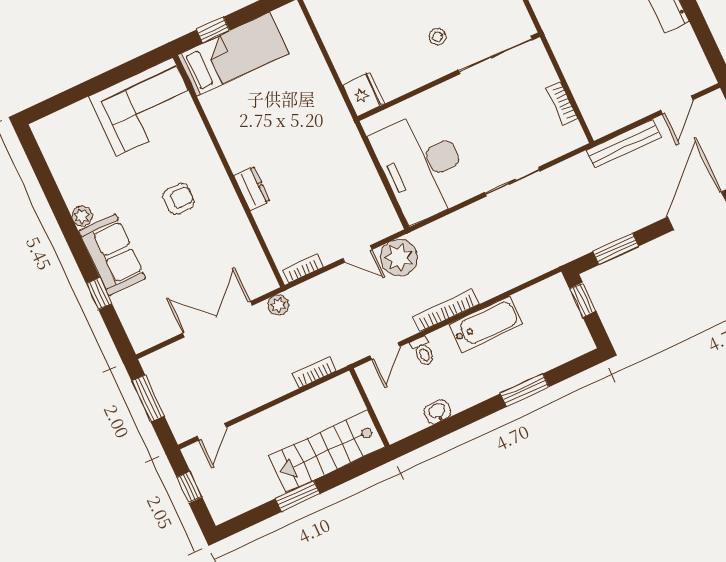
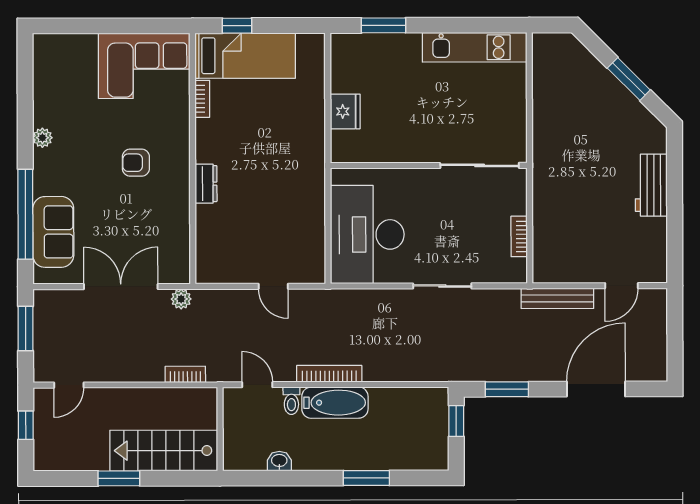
stool: (438, 37) -> (435, 125), removed
fridge: (364, 94) -> (345, 111), moved
armchair: (179, 199) -> (136, 163), turned 180
sofa: (112, 255) -> (53, 232), moved
plant: (399, 257) -> (309, 307), removed
bookcase: (303, 268) -> (202, 99), moved, turned 90
window: (99, 293) -> (25, 214), width x3.17
bathtub: (486, 324) -> (335, 403), moved
door: (385, 351) -> (257, 385), swing flipped

